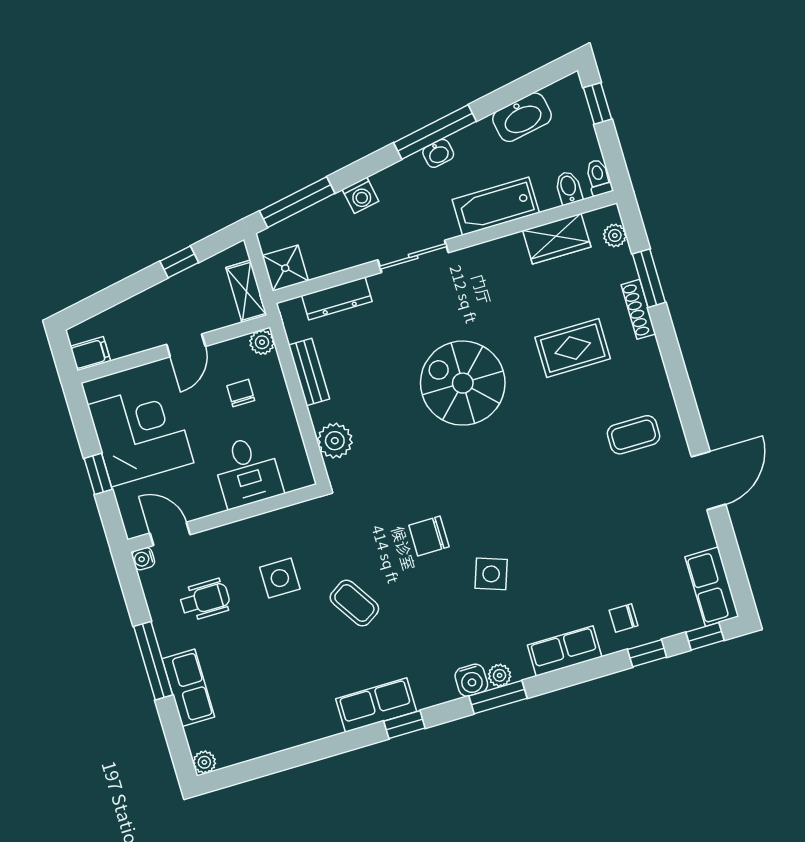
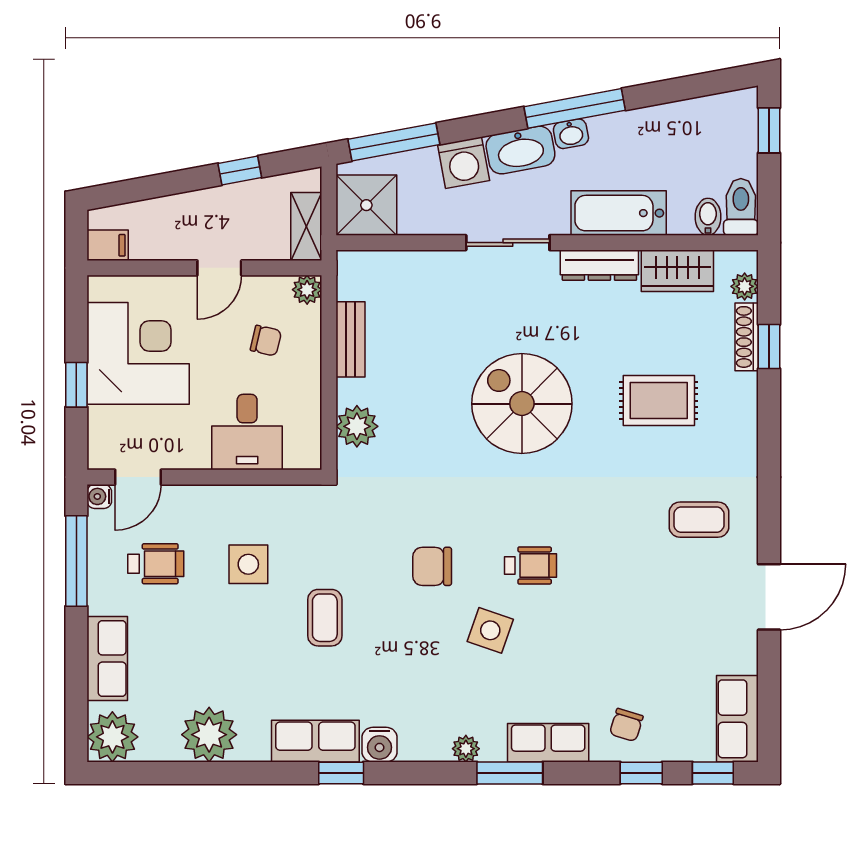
washbasin: (522, 117) -> (520, 150), moved
toilet: (599, 177) -> (741, 207), width x1.37, depth x1.39
washing machine: (361, 195) -> (464, 163), width x1.38, depth x1.38
shower: (285, 268) -> (366, 205), width x1.36, depth x1.36
window: (649, 278) -> (769, 347), width x0.67
dresser: (337, 299) -> (599, 265), moved
shoe rack: (638, 309) -> (747, 337), moved
chair: (241, 393) -> (266, 341), turned 103
wheelchair: (508, 512) -> (530, 566), added
door: (170, 534) -> (138, 477), swing flipped
coffee table: (354, 603) -> (325, 618), turned 33
chair: (624, 618) -> (626, 725), turned -73
window: (153, 661) -> (76, 561), moved
water cooler: (471, 680) -> (380, 745), moved
window: (498, 697) -> (510, 773), moved
plant: (289, 725) -> (209, 735), added
plant: (204, 762) -> (112, 737), width x1.88, depth x1.88

